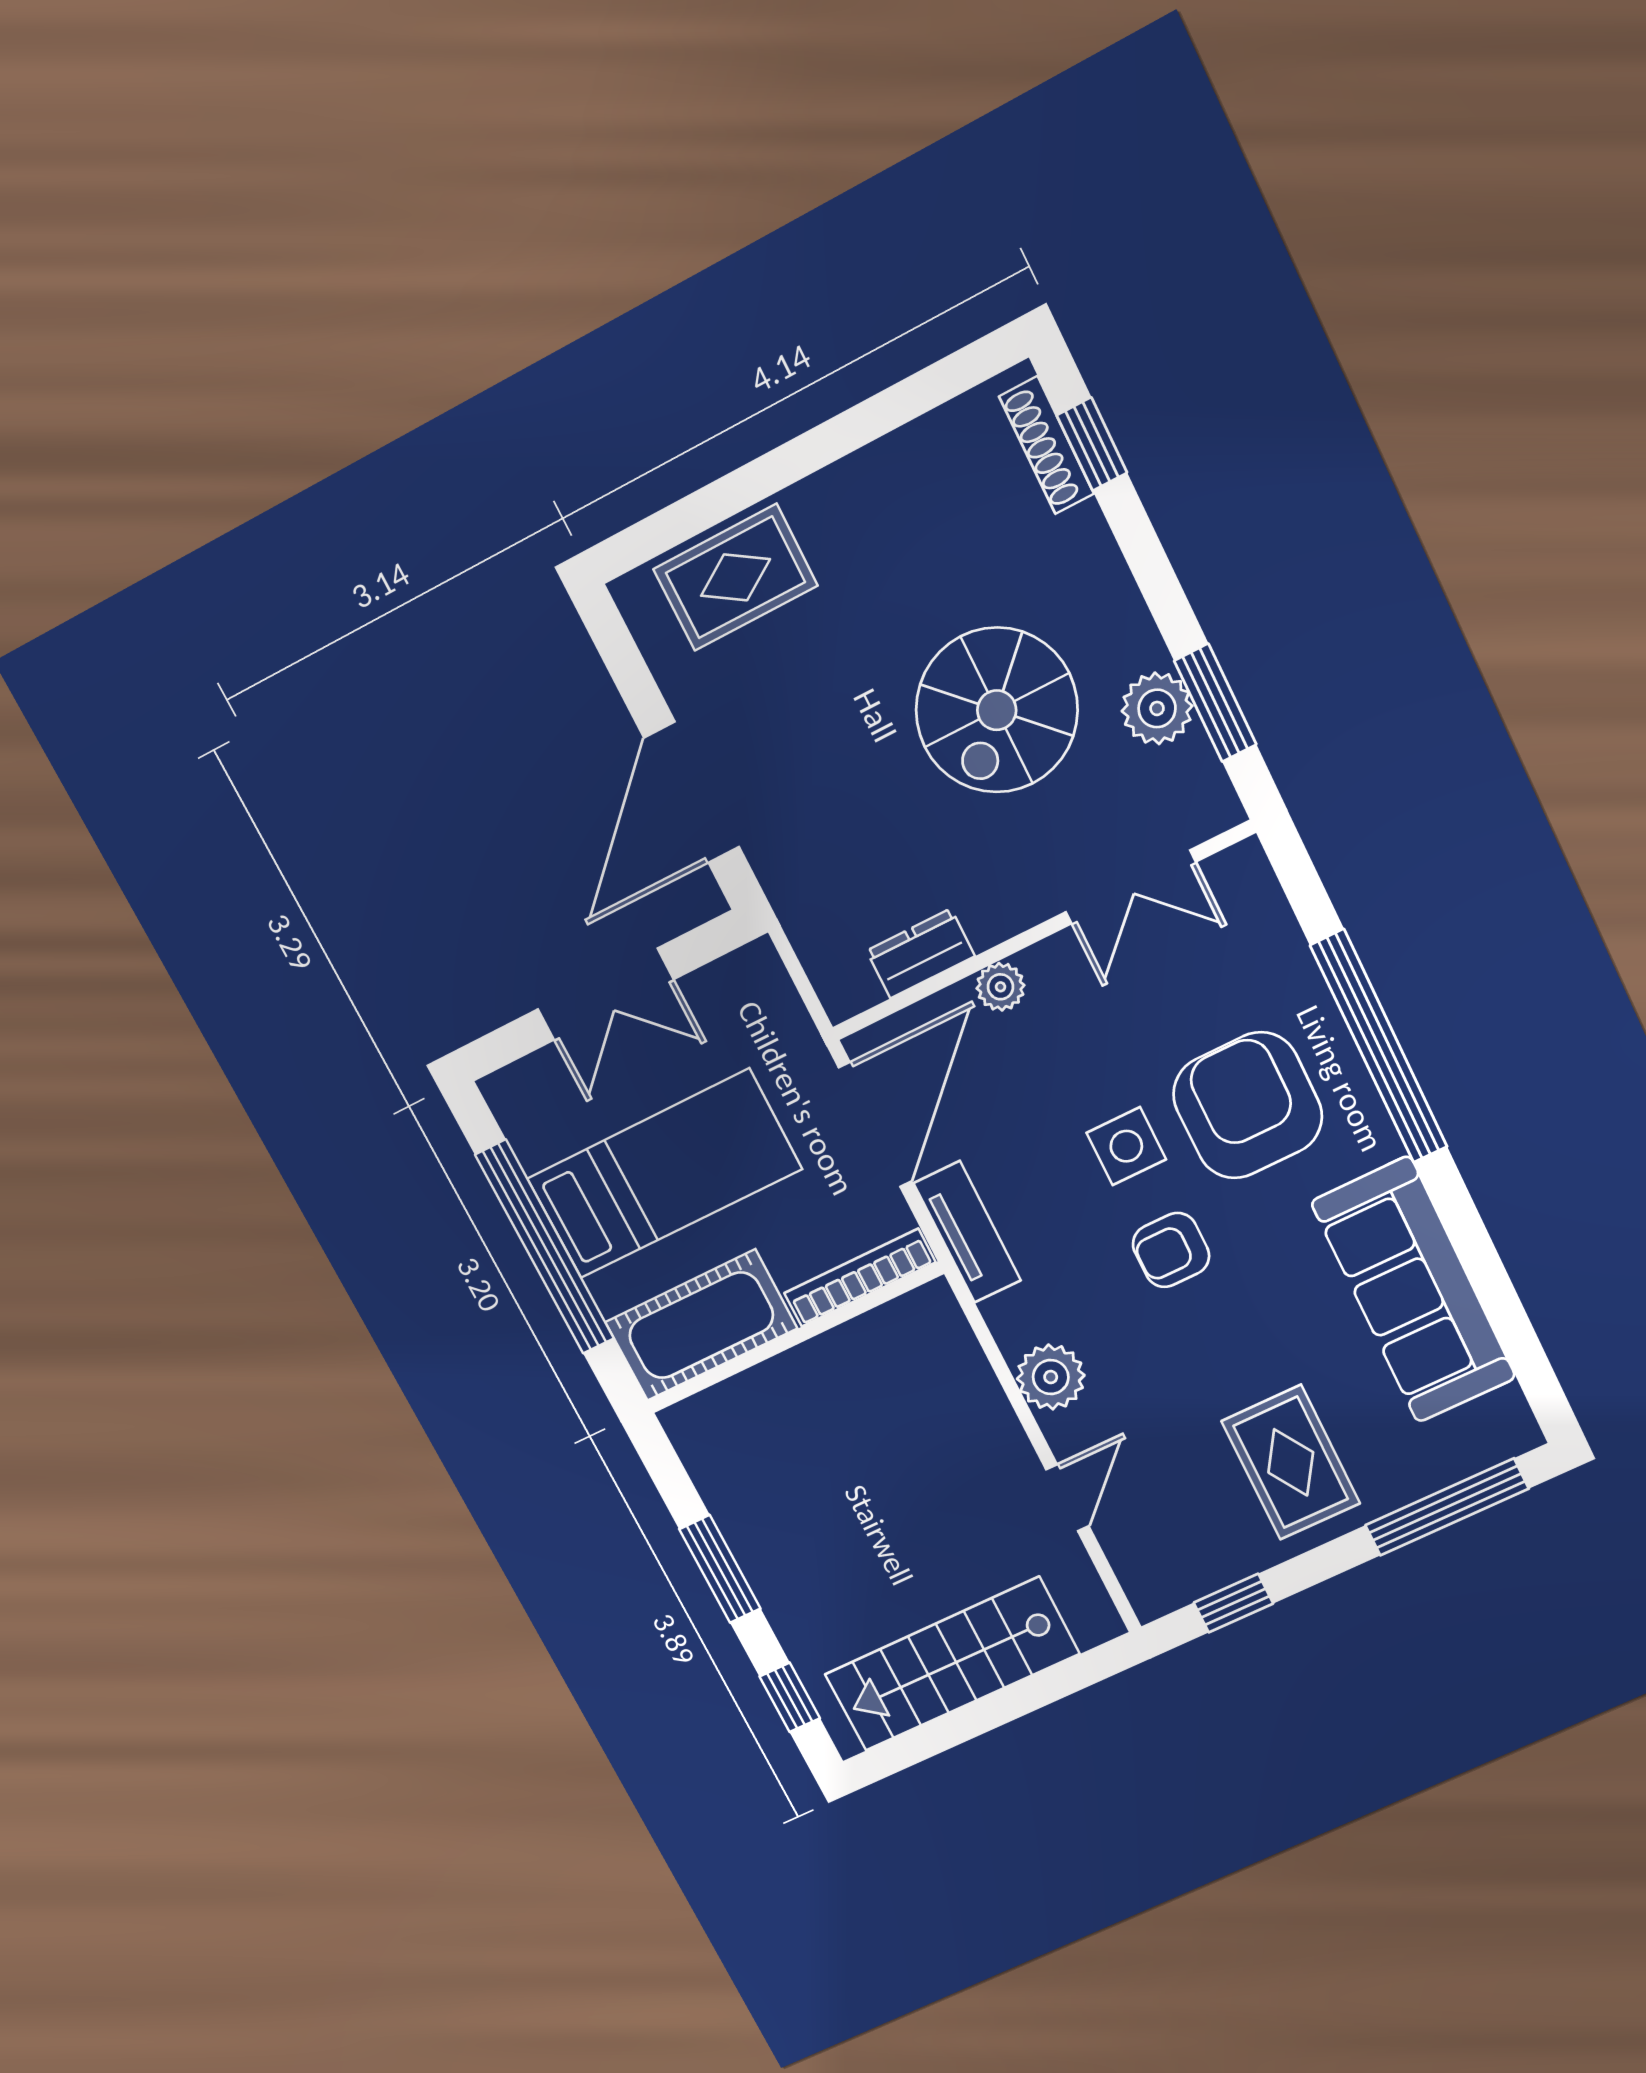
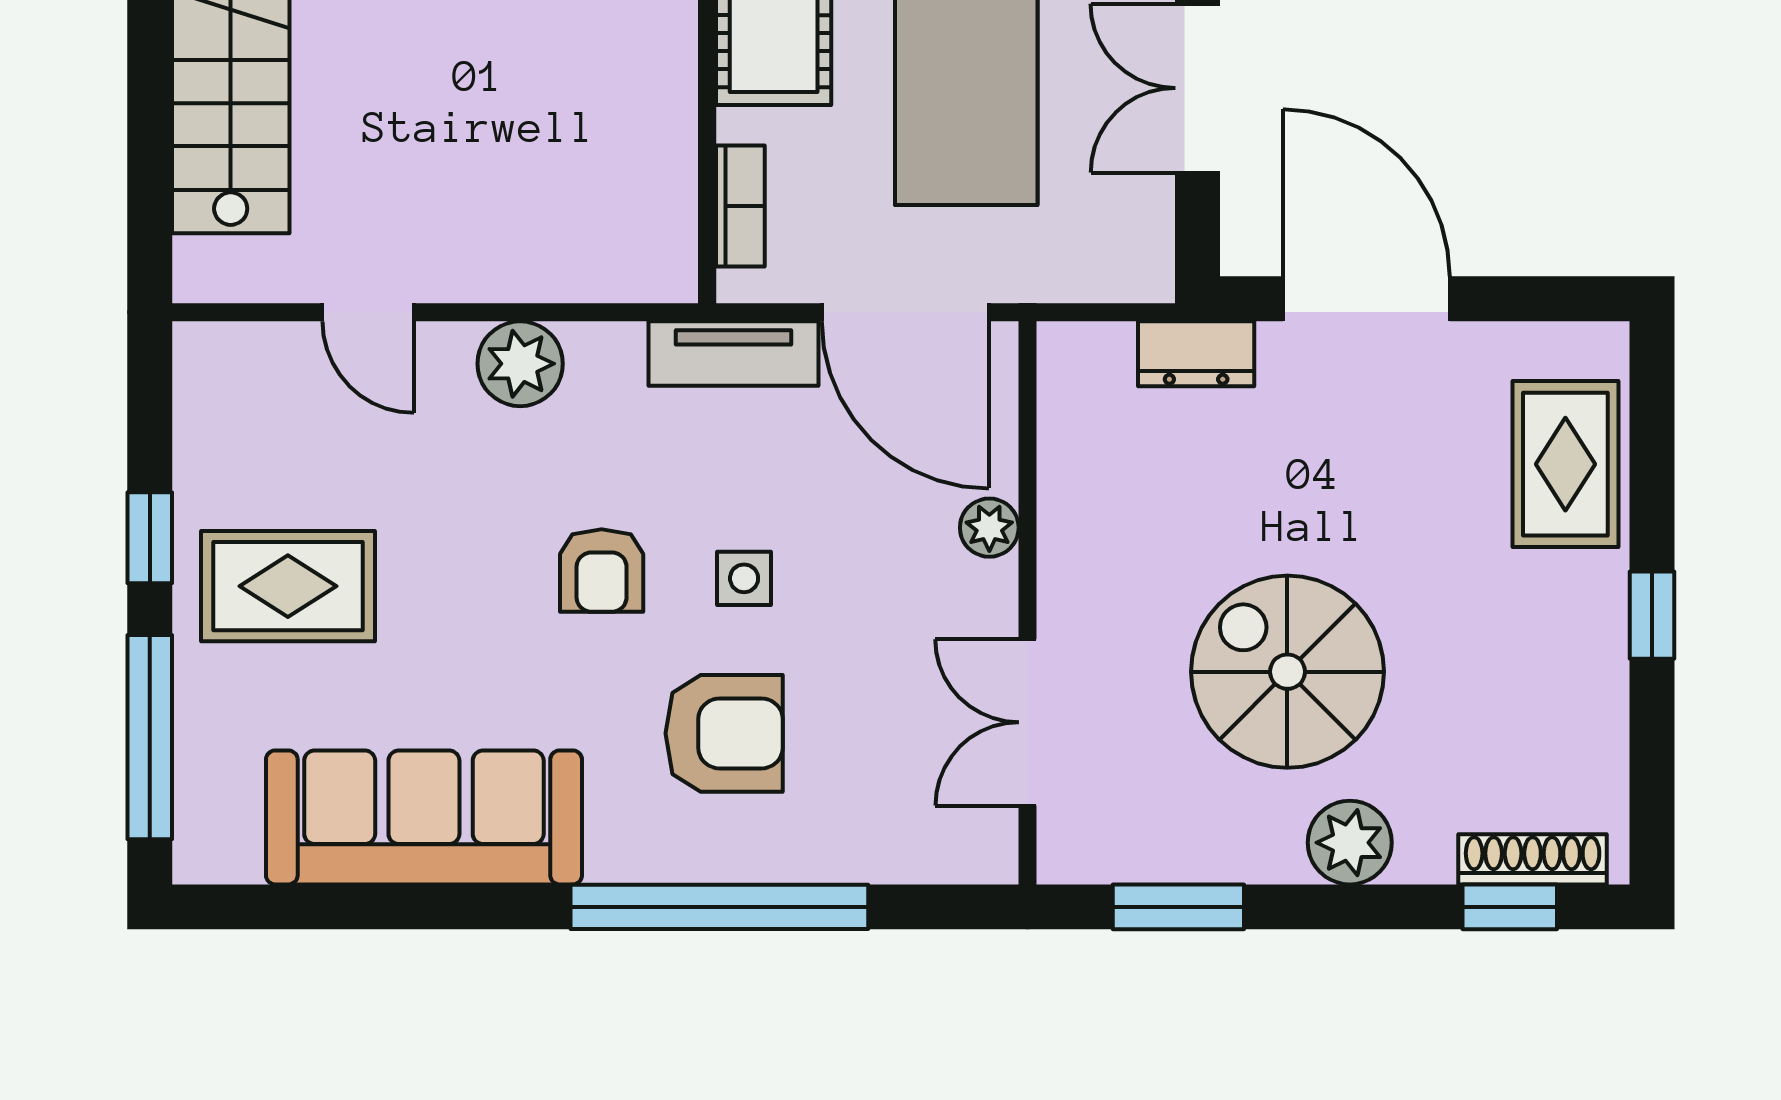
window: (814, 450) -> (1652, 615), added
plant: (1157, 708) -> (1350, 843), moved
dresser: (921, 953) -> (1196, 354), moved, turned 90
armchair: (1248, 1105) -> (724, 733), width x0.73, depth x0.73
side table: (1126, 1146) -> (744, 578), width x0.73, depth x0.73
armchair: (1171, 1250) -> (602, 571), turned 180
bookcase: (860, 1278) -> (740, 206), width x0.64
window: (1233, 1603) -> (150, 538), moved

